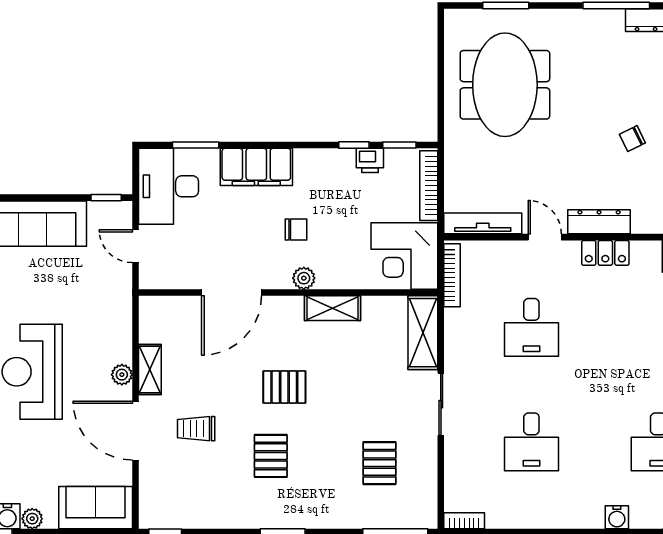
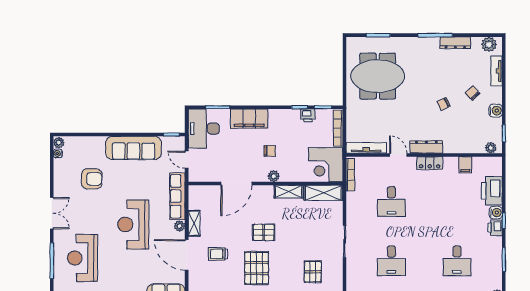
meeting table: (505, 85) -> (378, 76), turned 90
row of seats: (118, 317) -> (177, 196), added
shelving: (423, 333) -> (323, 193), moved, turned 90
pallet: (271, 456) -> (257, 268), width x1.50, depth x1.42

